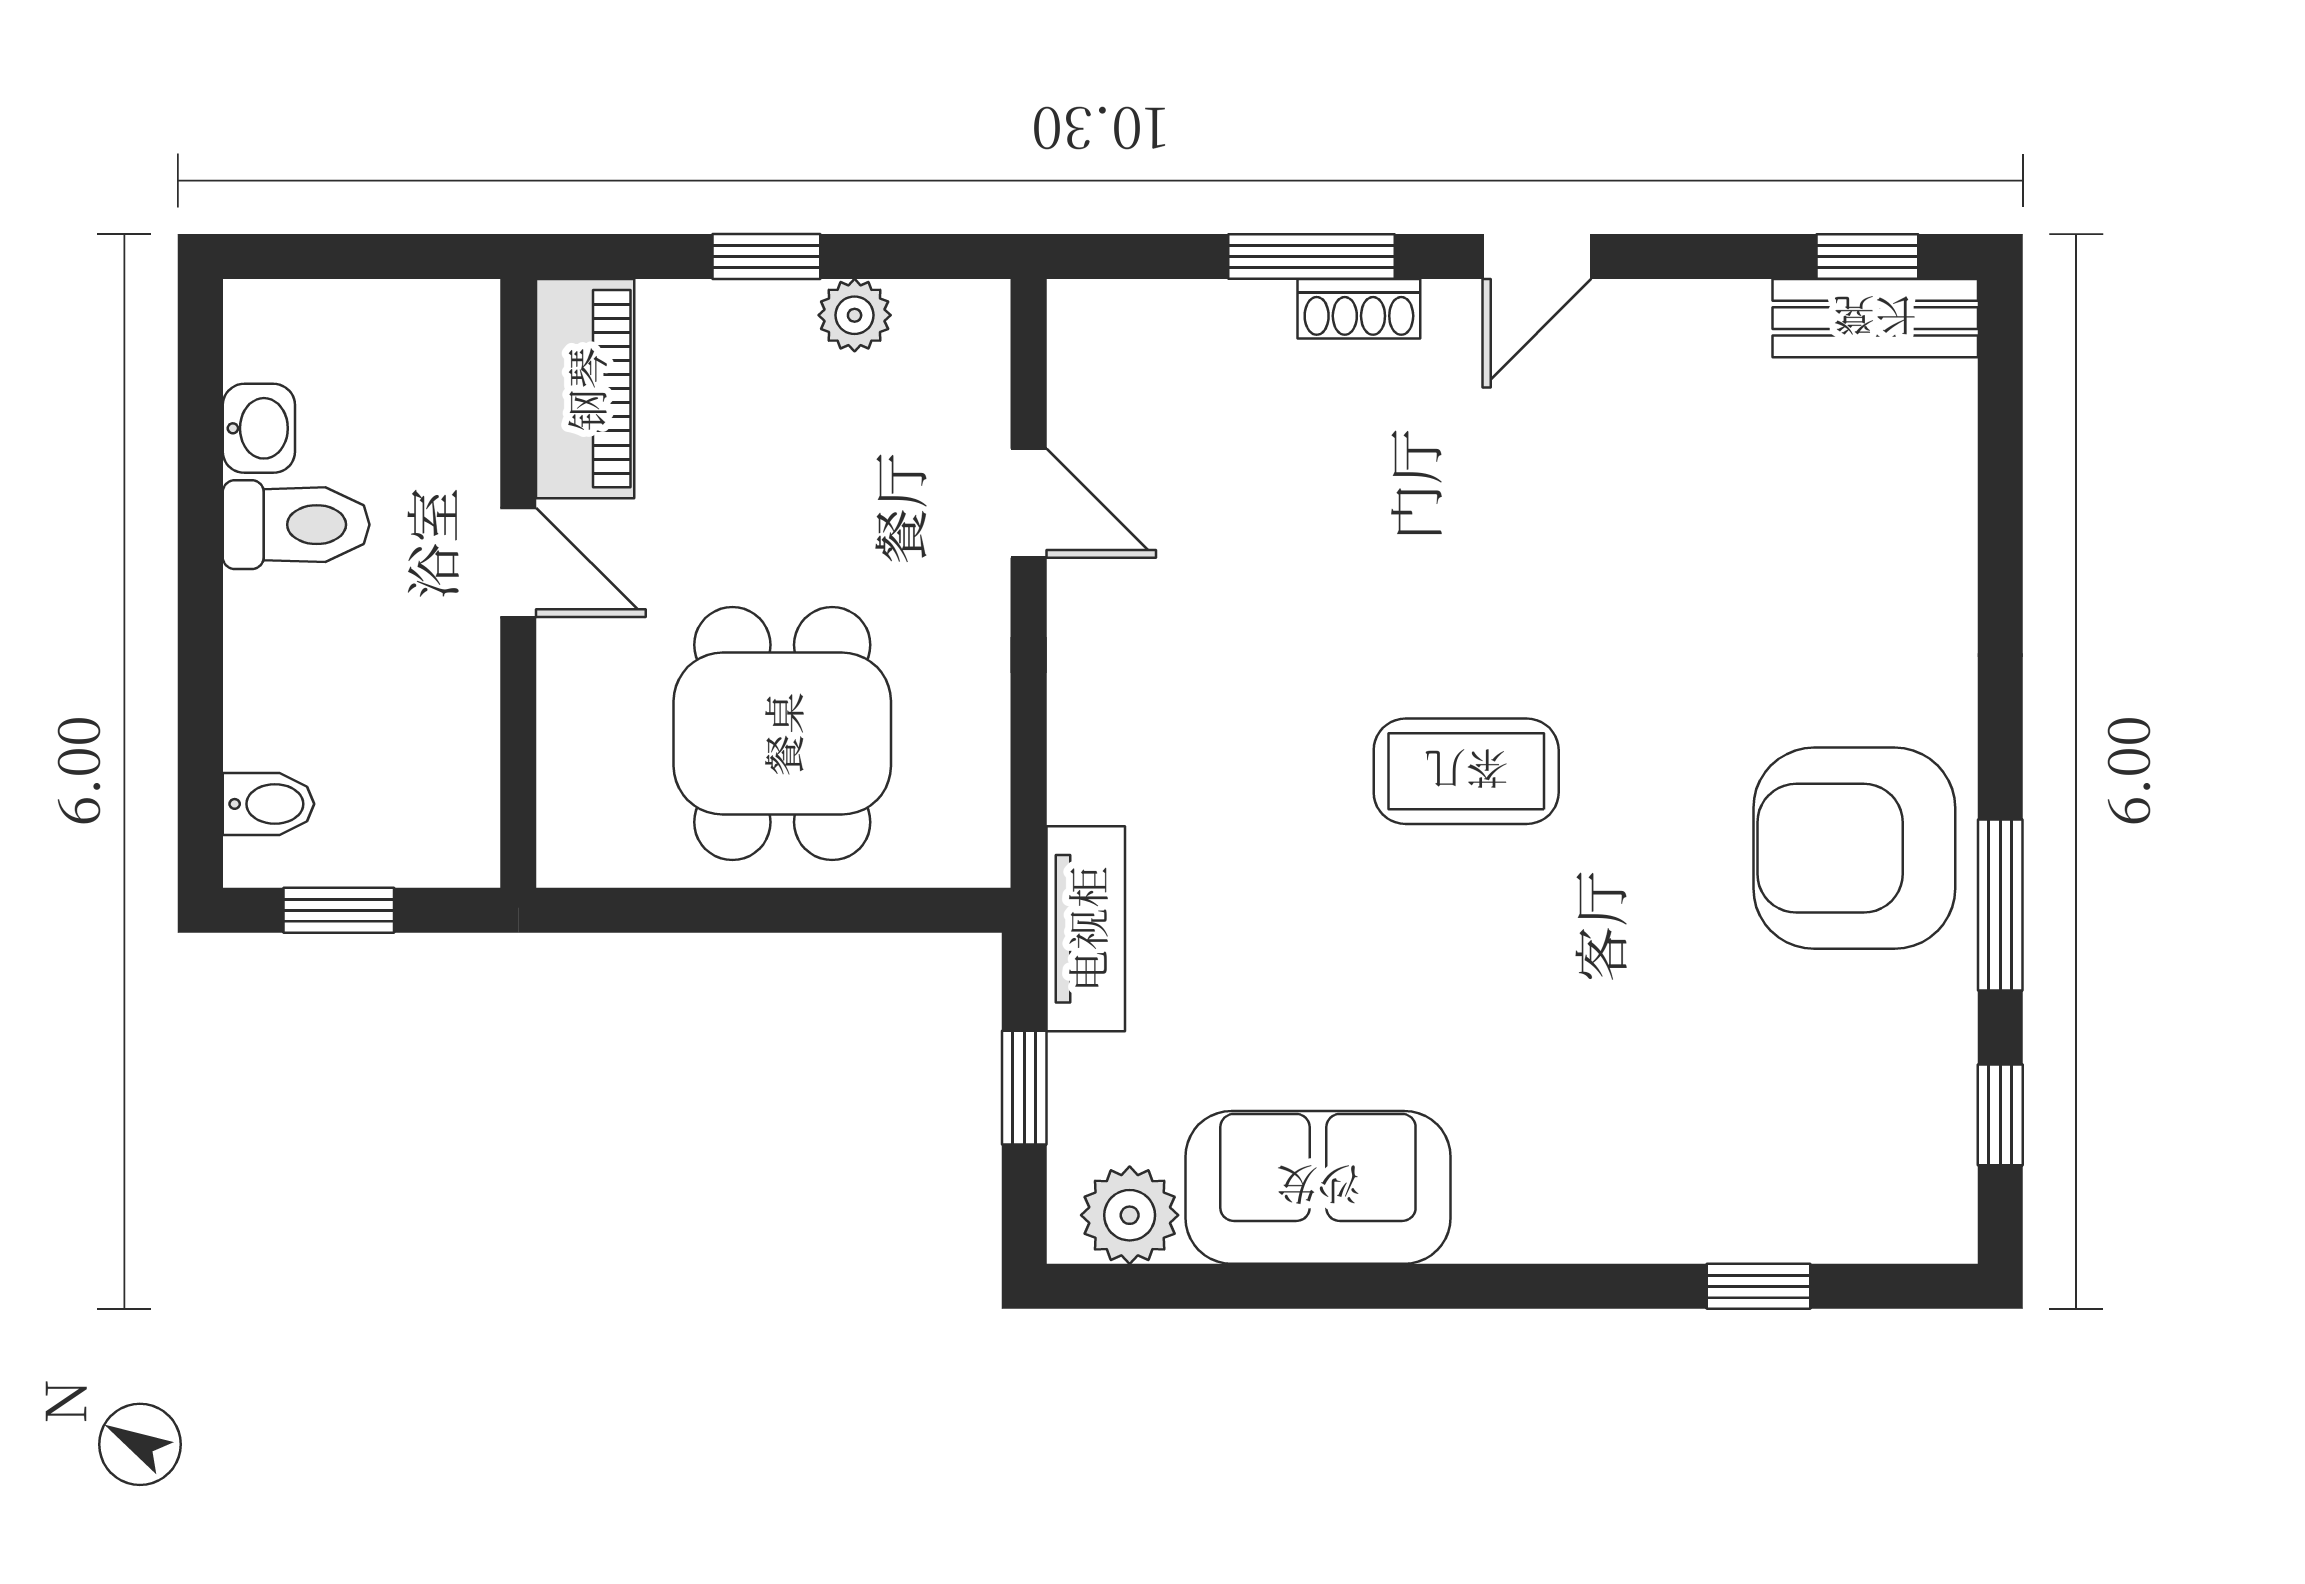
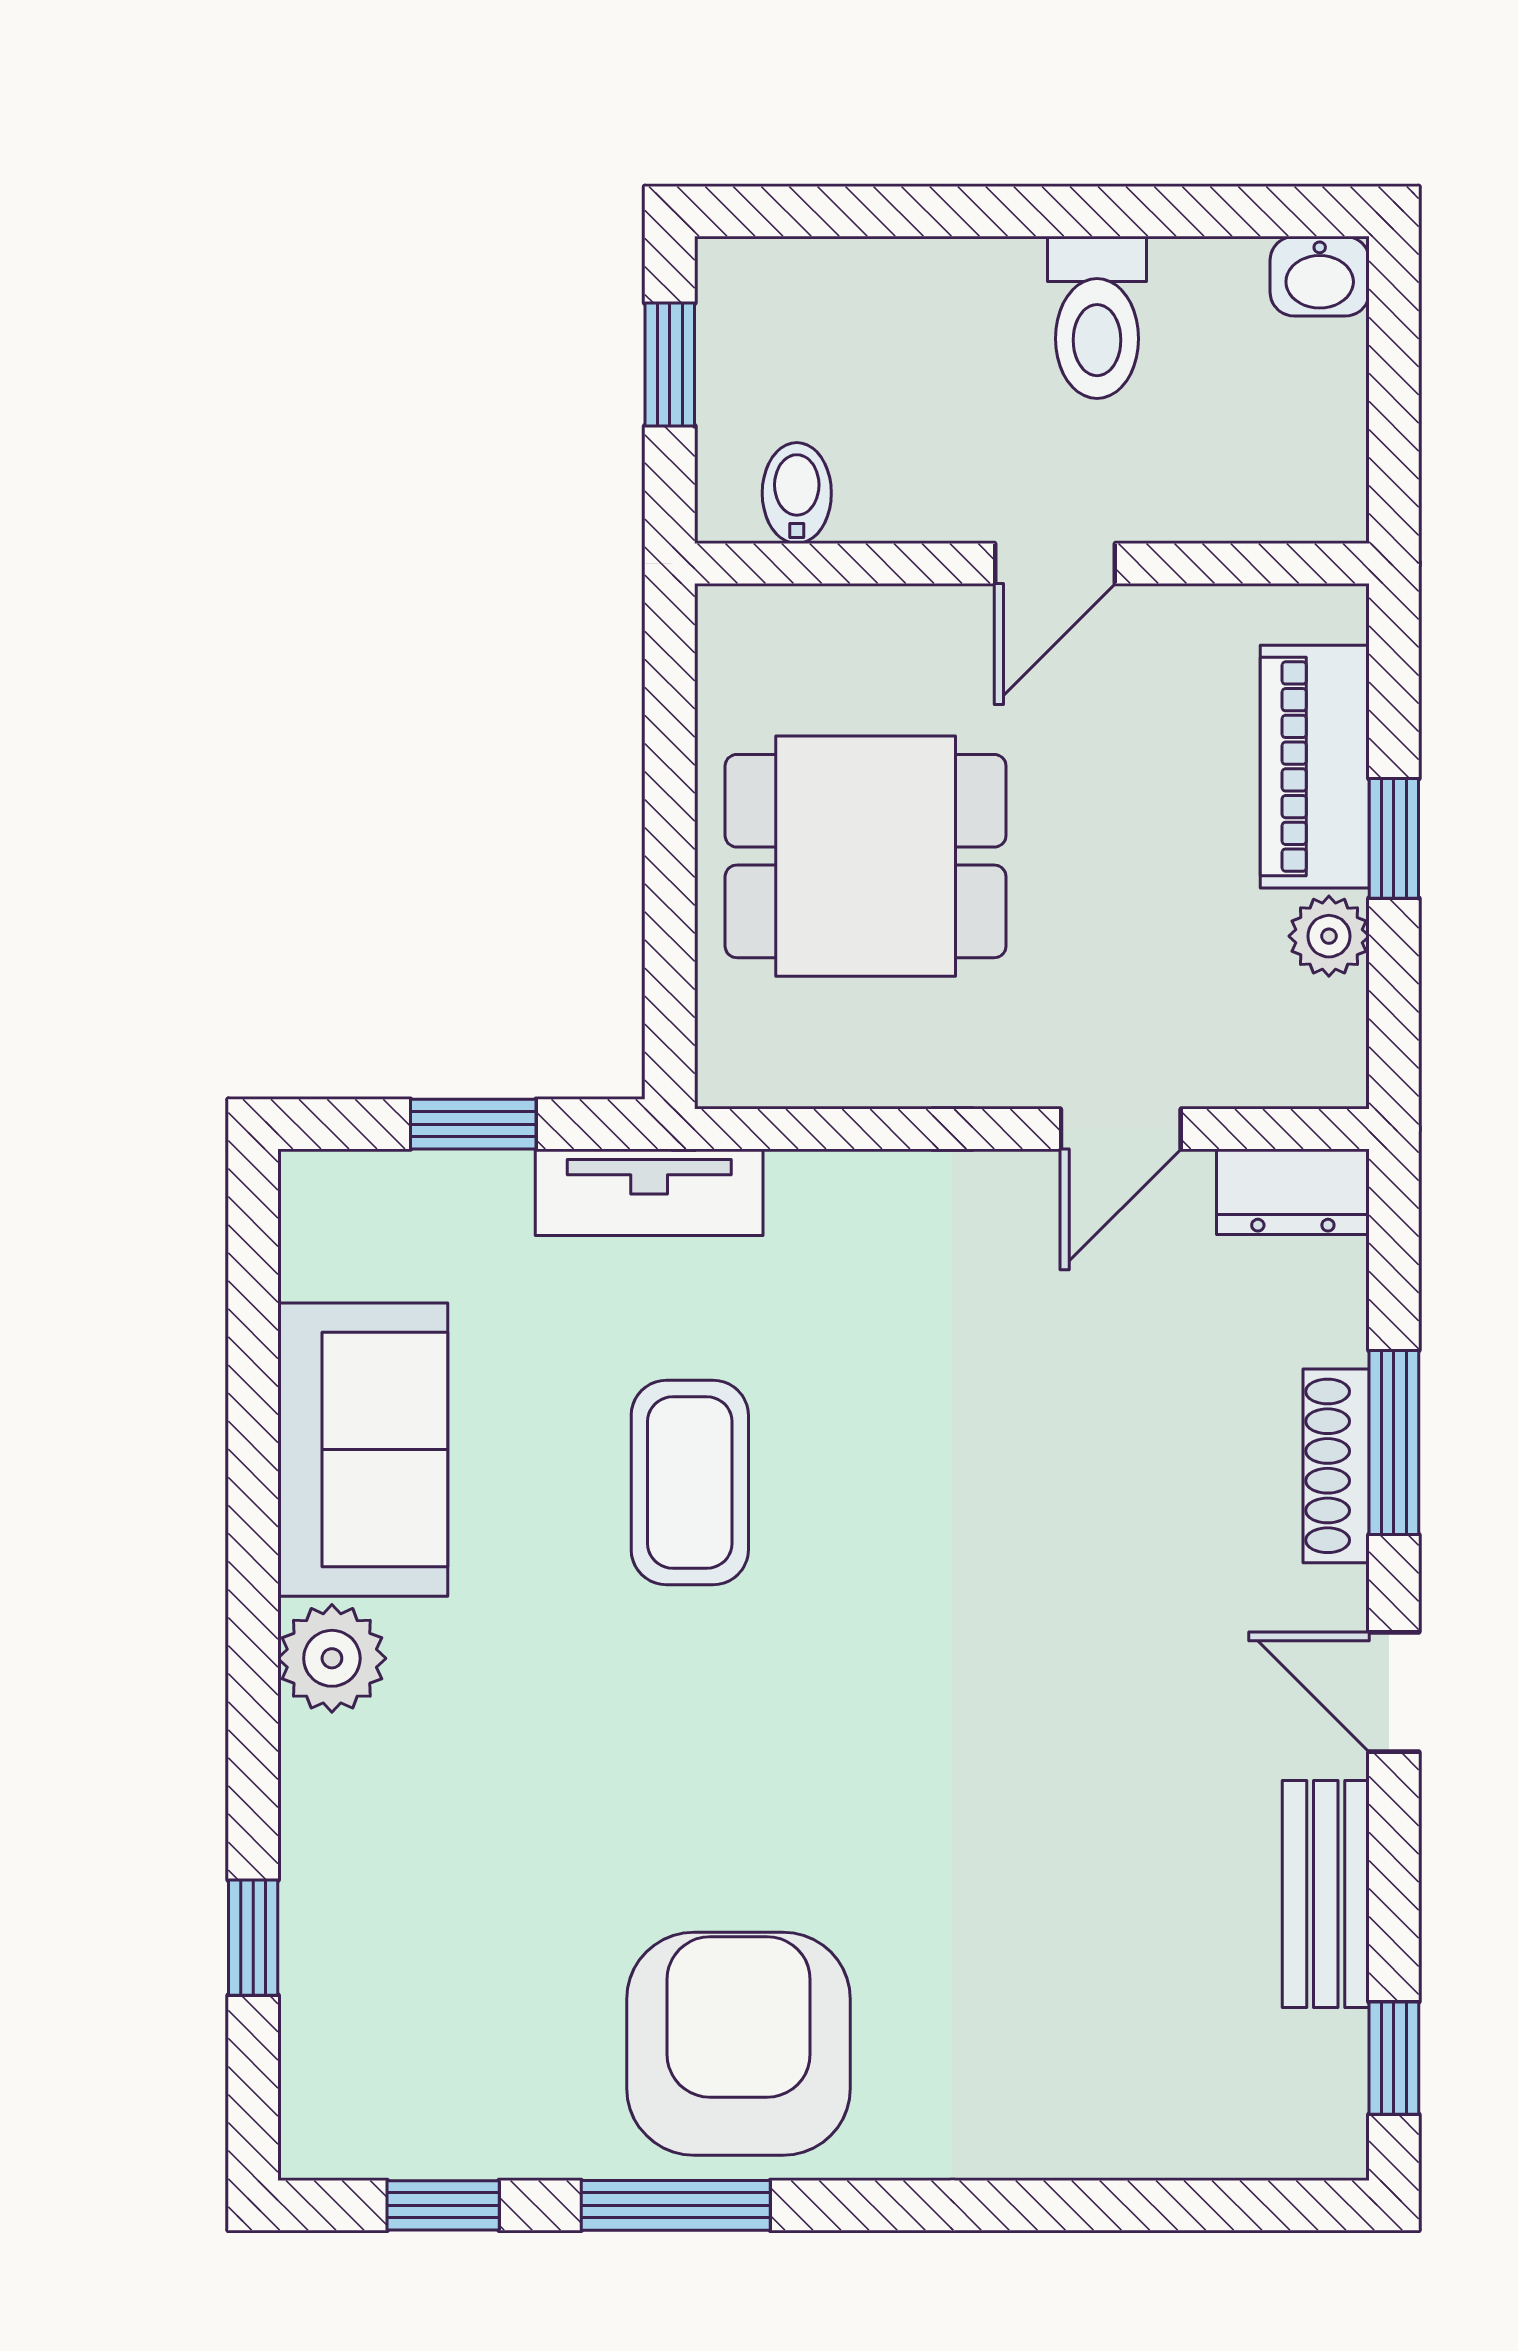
shoe rack: (1359, 309) -> (1336, 1466), width x1.43
bench: (1875, 318) -> (1326, 1894), moved
dresser: (1085, 348) -> (1293, 1192), added
piano: (585, 389) -> (1315, 767), moved, turned 90
washbasin: (259, 428) -> (1320, 276), moved
coffee table: (1466, 771) -> (690, 1483), moved
bidet: (268, 804) -> (797, 493), moved, turned 180
plant: (1130, 1215) -> (332, 1658), moved

